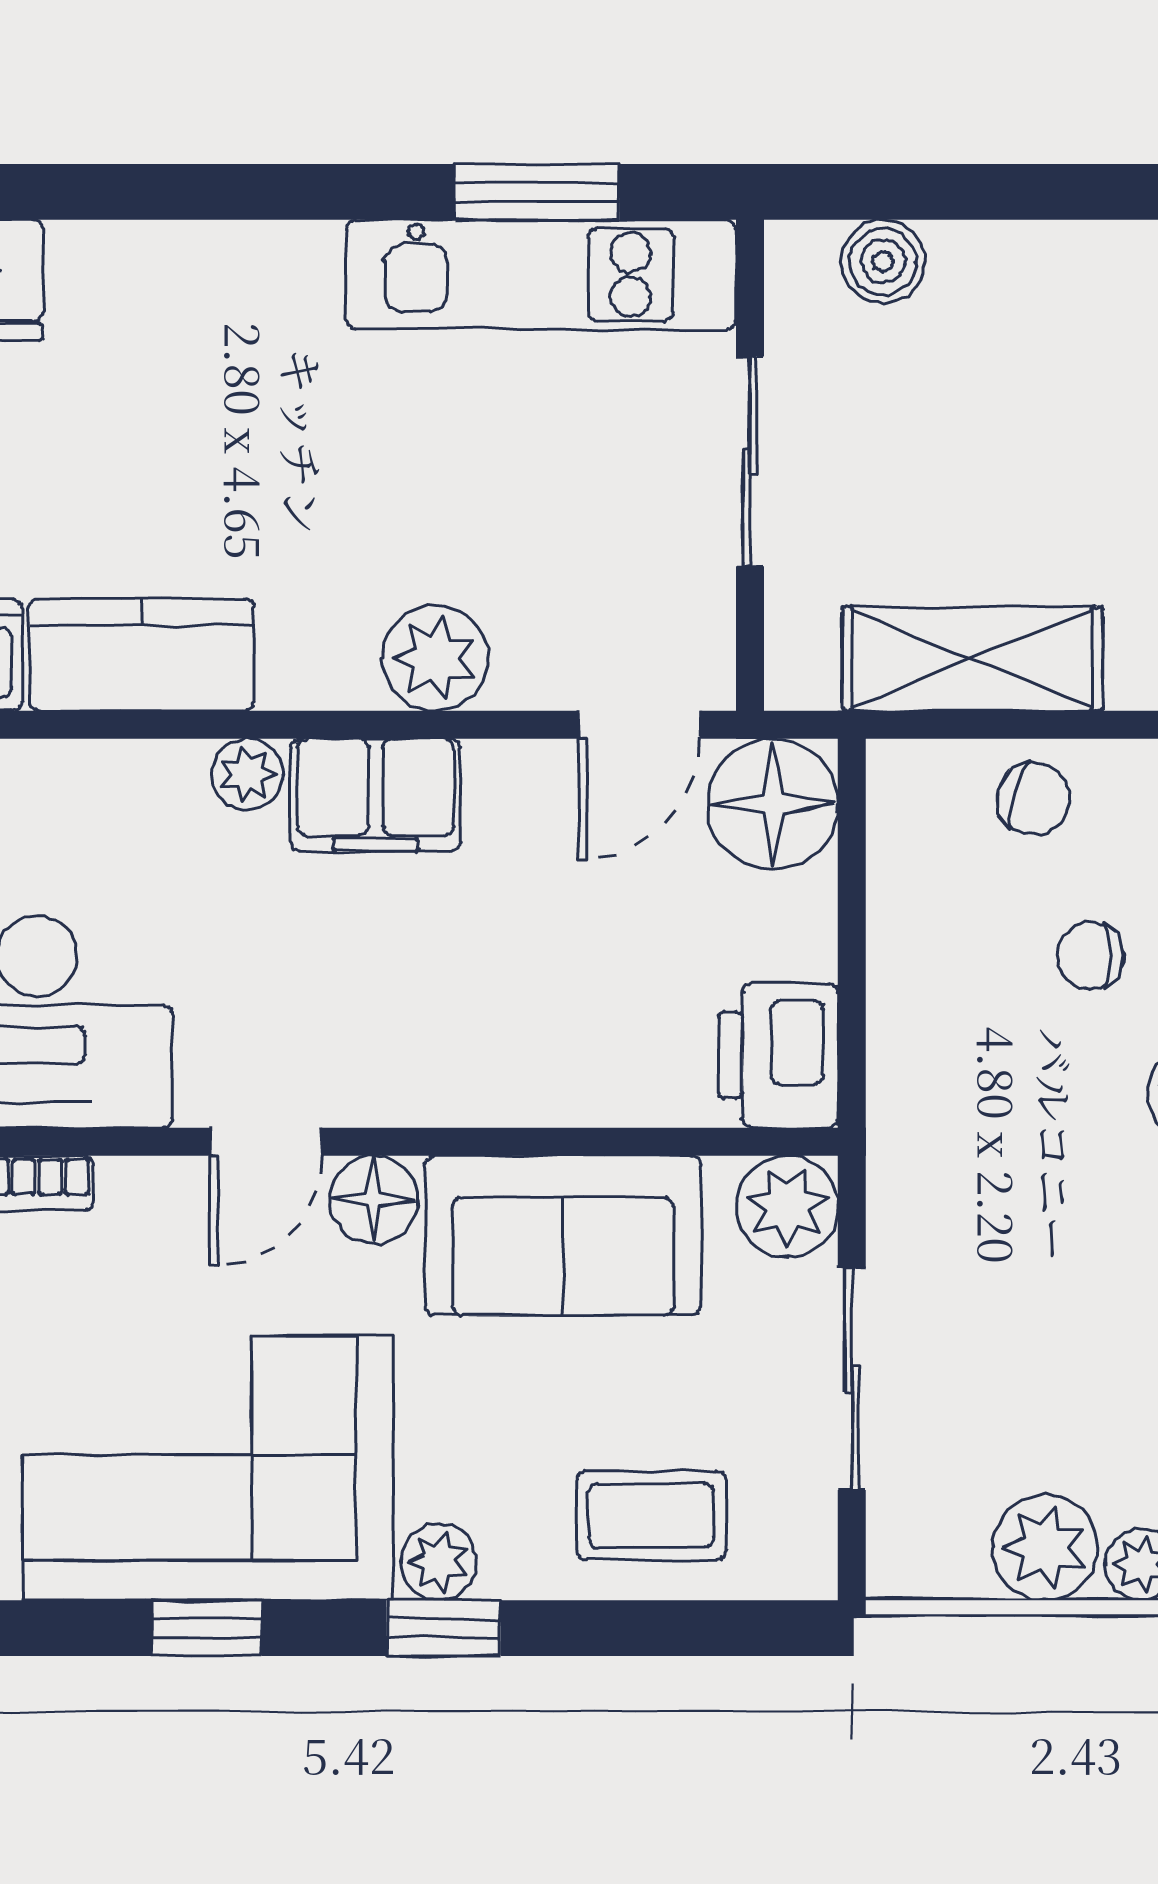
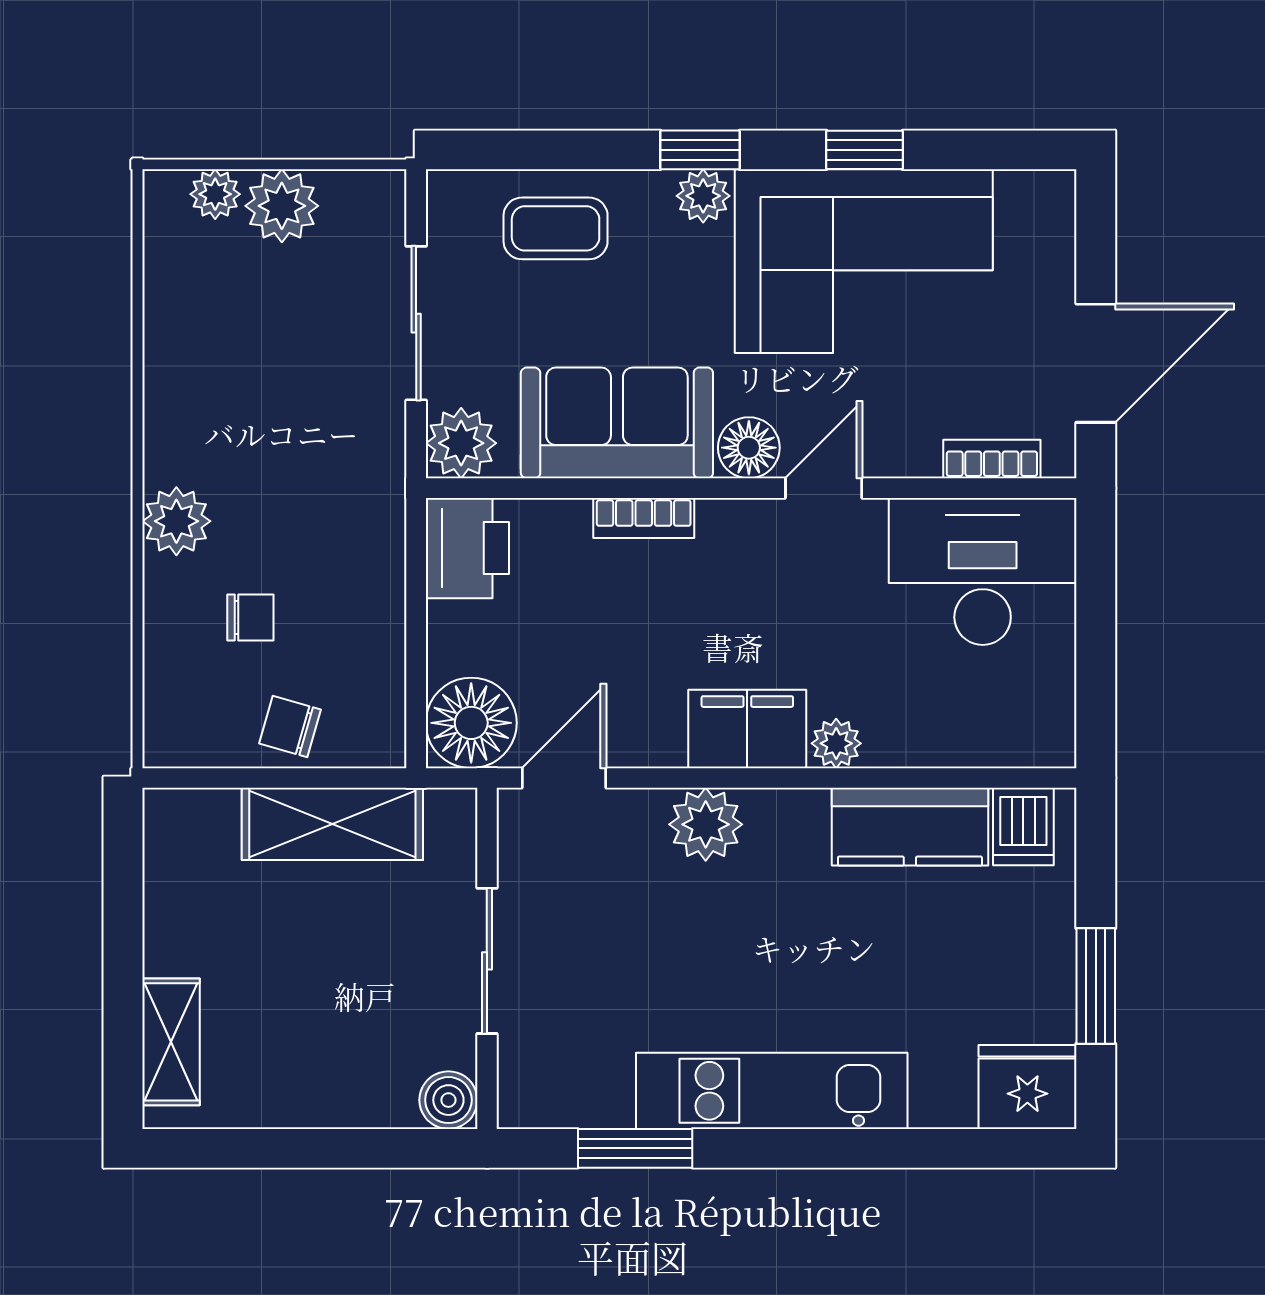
boiler: (883, 261) -> (448, 1100), moved
kitchen unit: (541, 275) -> (772, 1091), moved
bookcase: (525, 1099) -> (644, 518), added

